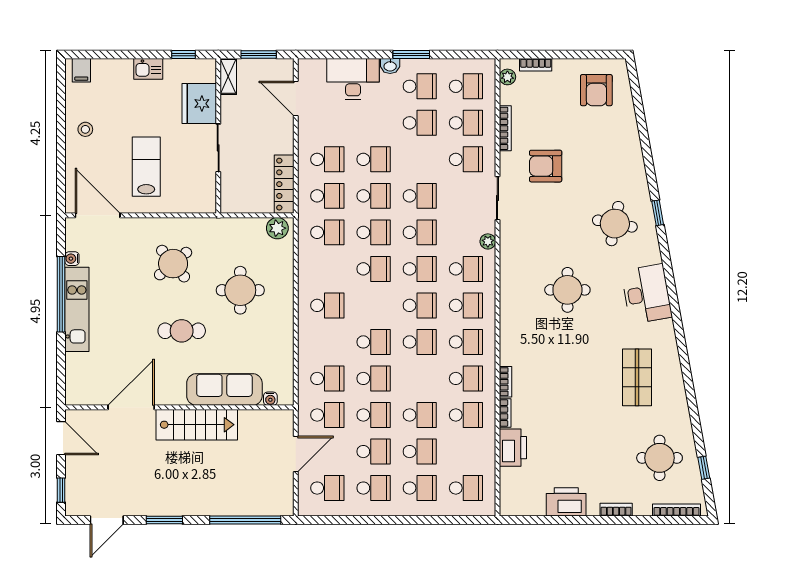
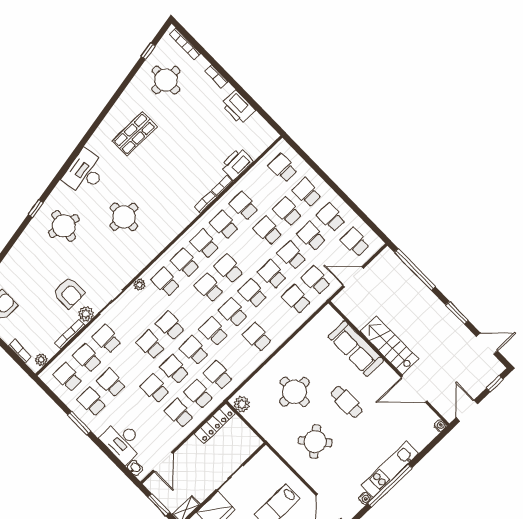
washbasin: (390, 66) -> (135, 468), moved
plant: (510, 163) -> (86, 314), added
school desk: (420, 269) -> (233, 313), moved
water cooler: (270, 399) -> (440, 426), moved

